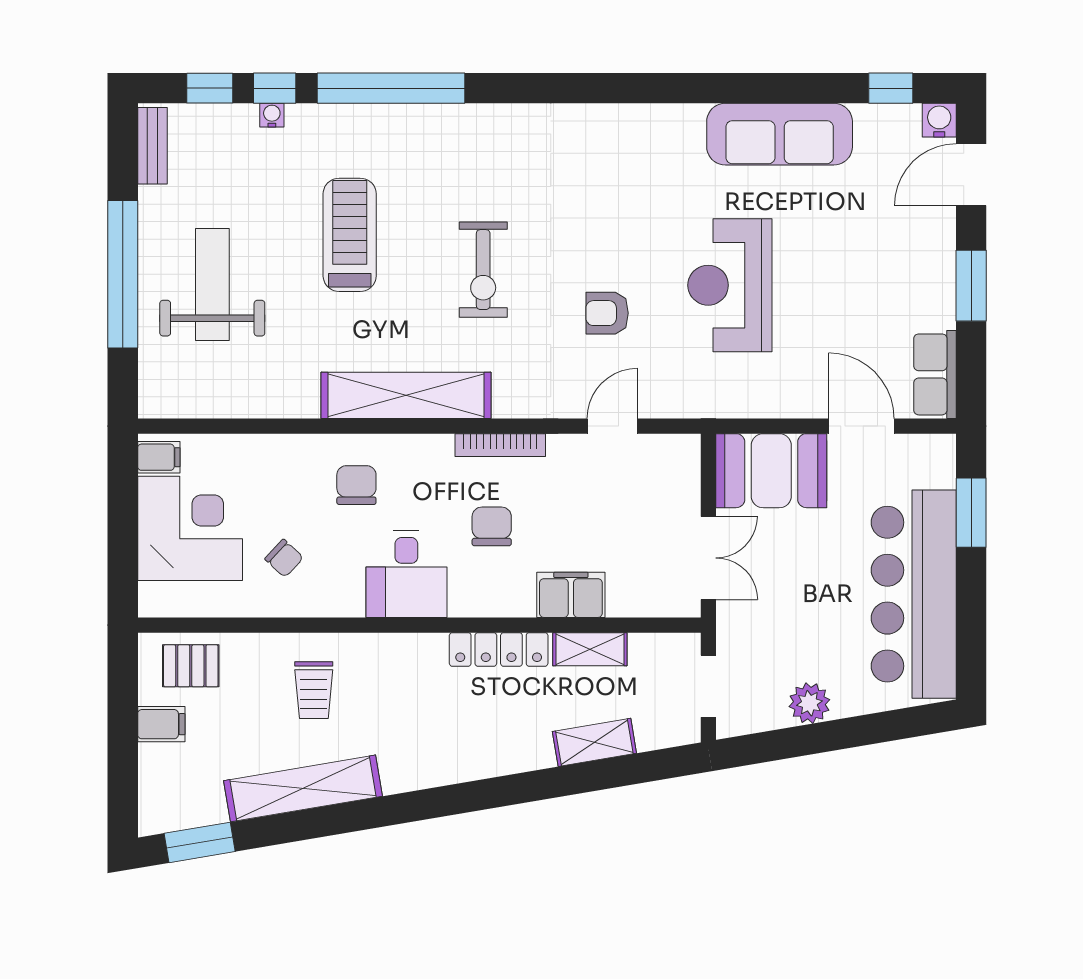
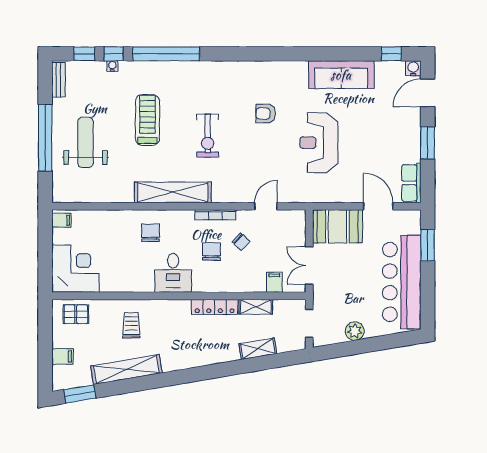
armchair: (607, 313) -> (266, 114), moved
corner desk: (190, 528) -> (75, 268), moved
chair: (284, 558) -> (241, 242), moved
double door: (708, 558) -> (309, 266), swing flipped
filing cabinet: (571, 595) -> (274, 282), moved, width x0.50
trolley: (314, 690) -> (131, 325), turned 180
filing cabinet: (161, 724) -> (63, 356), moved

